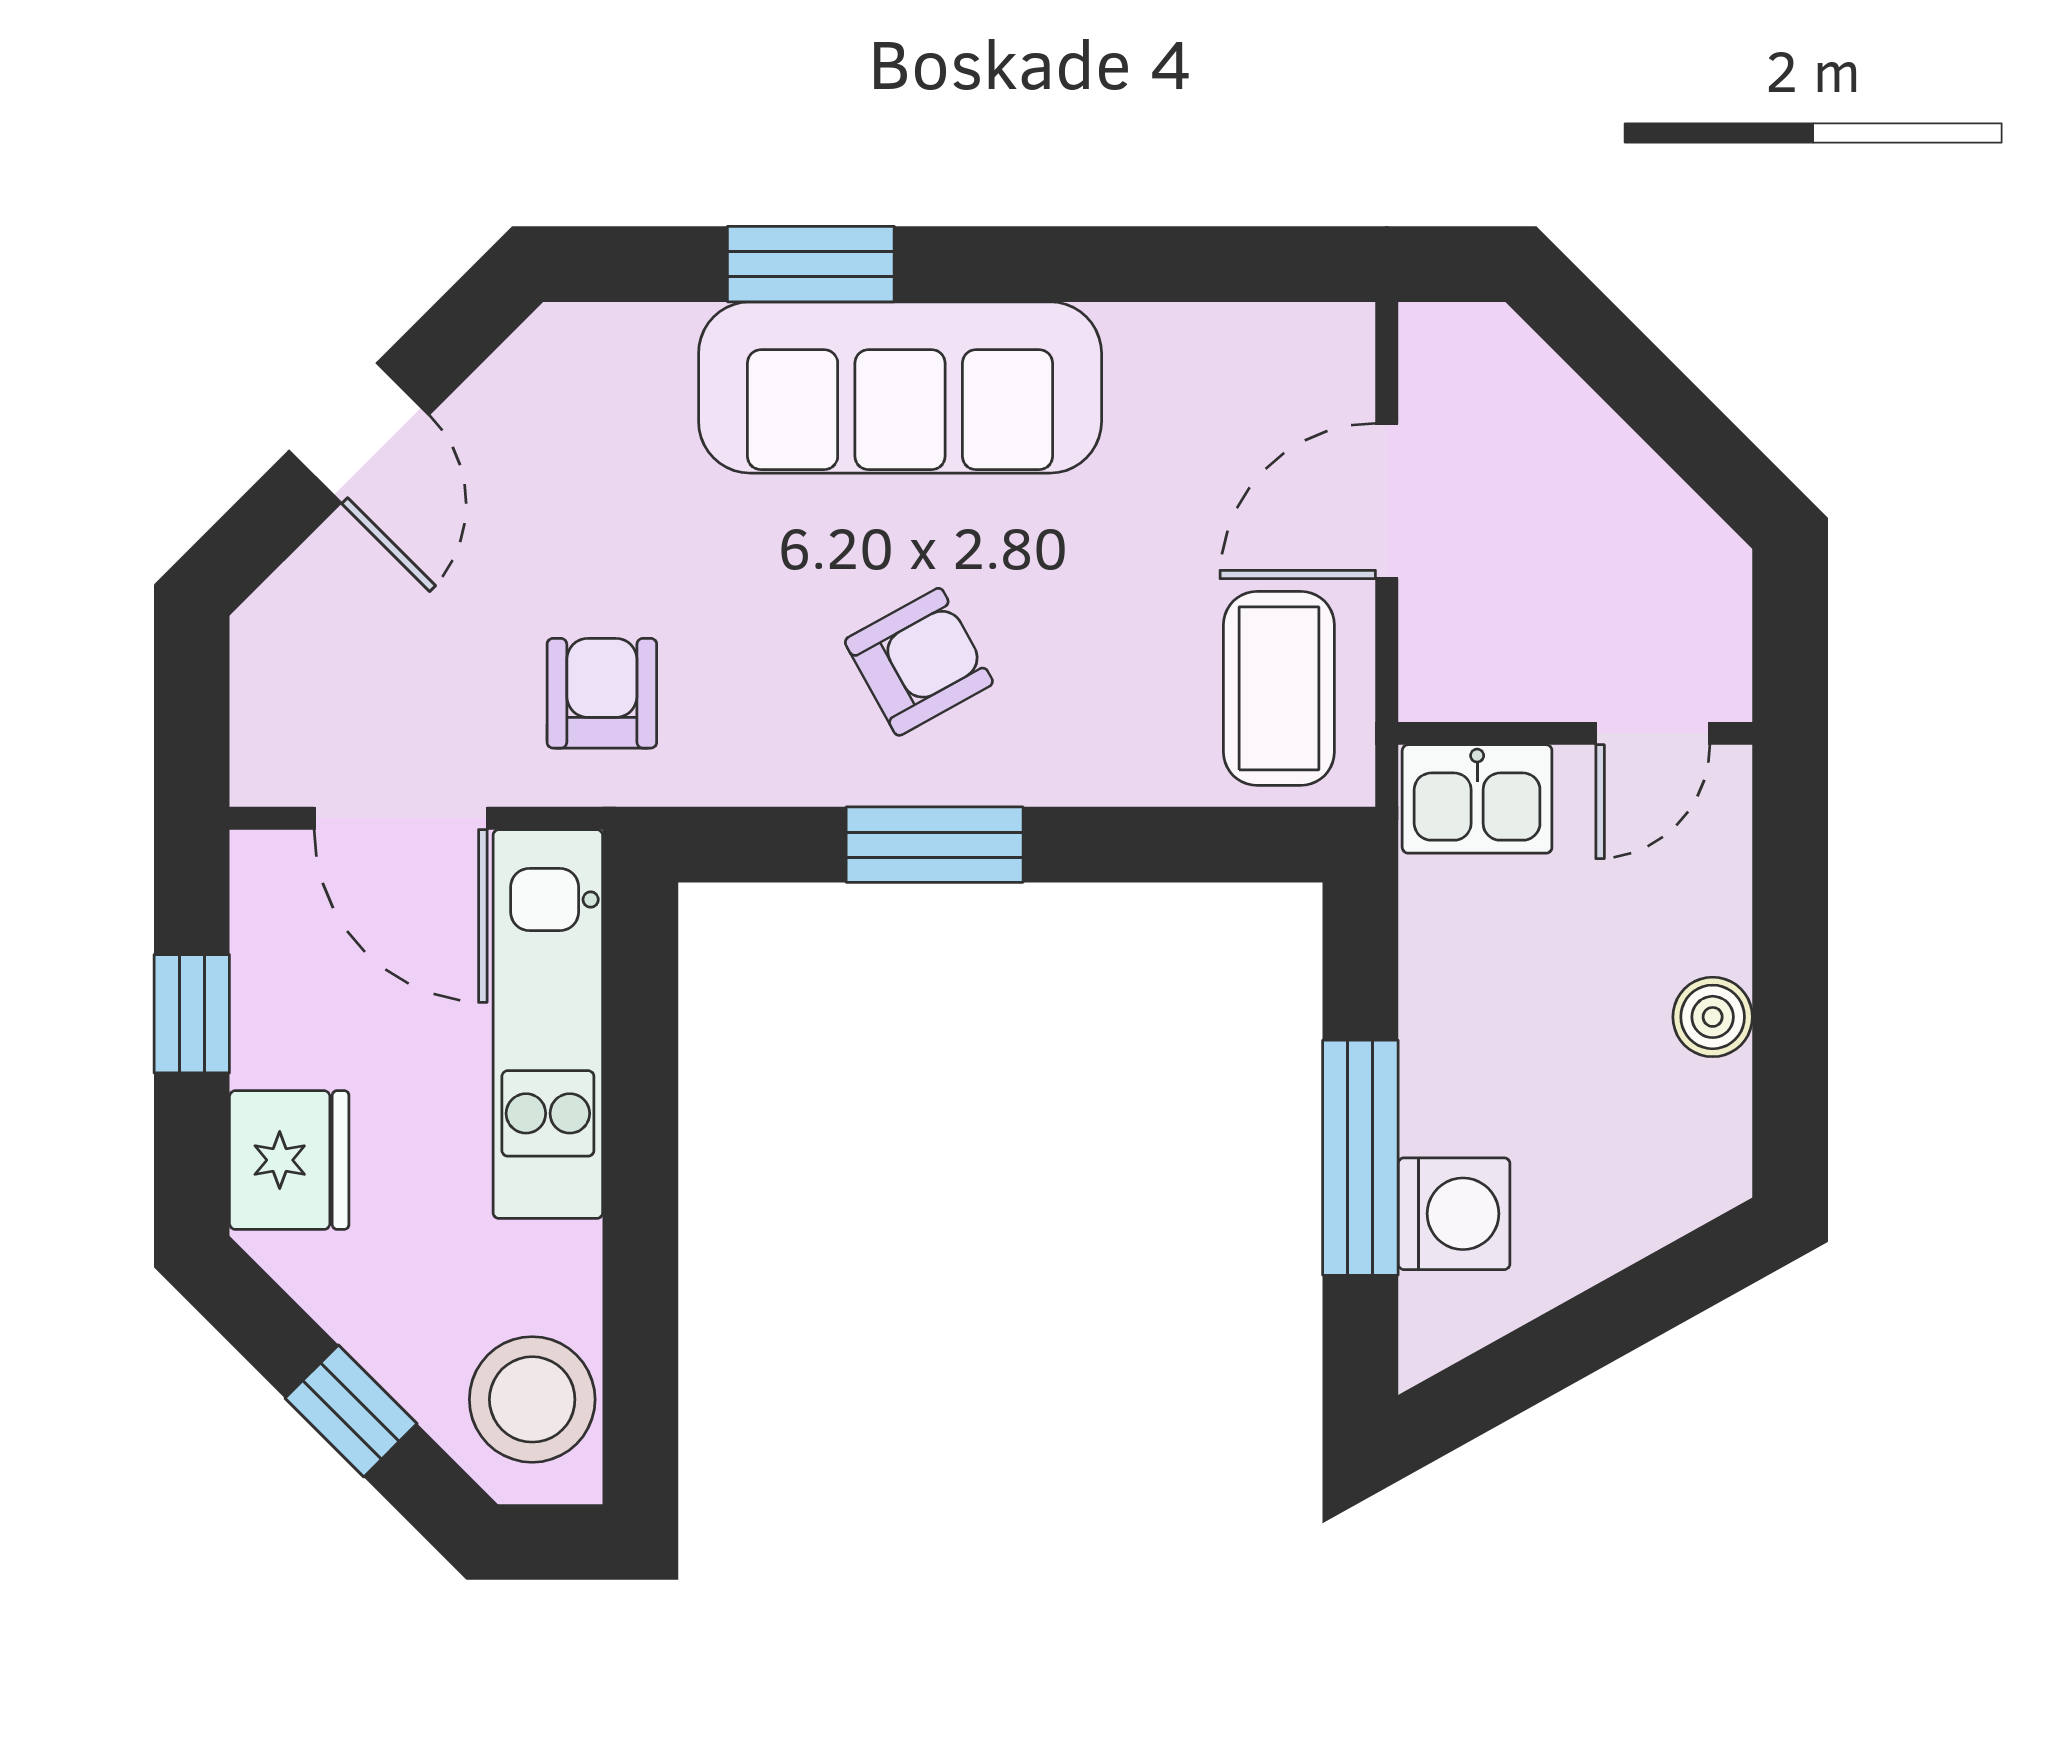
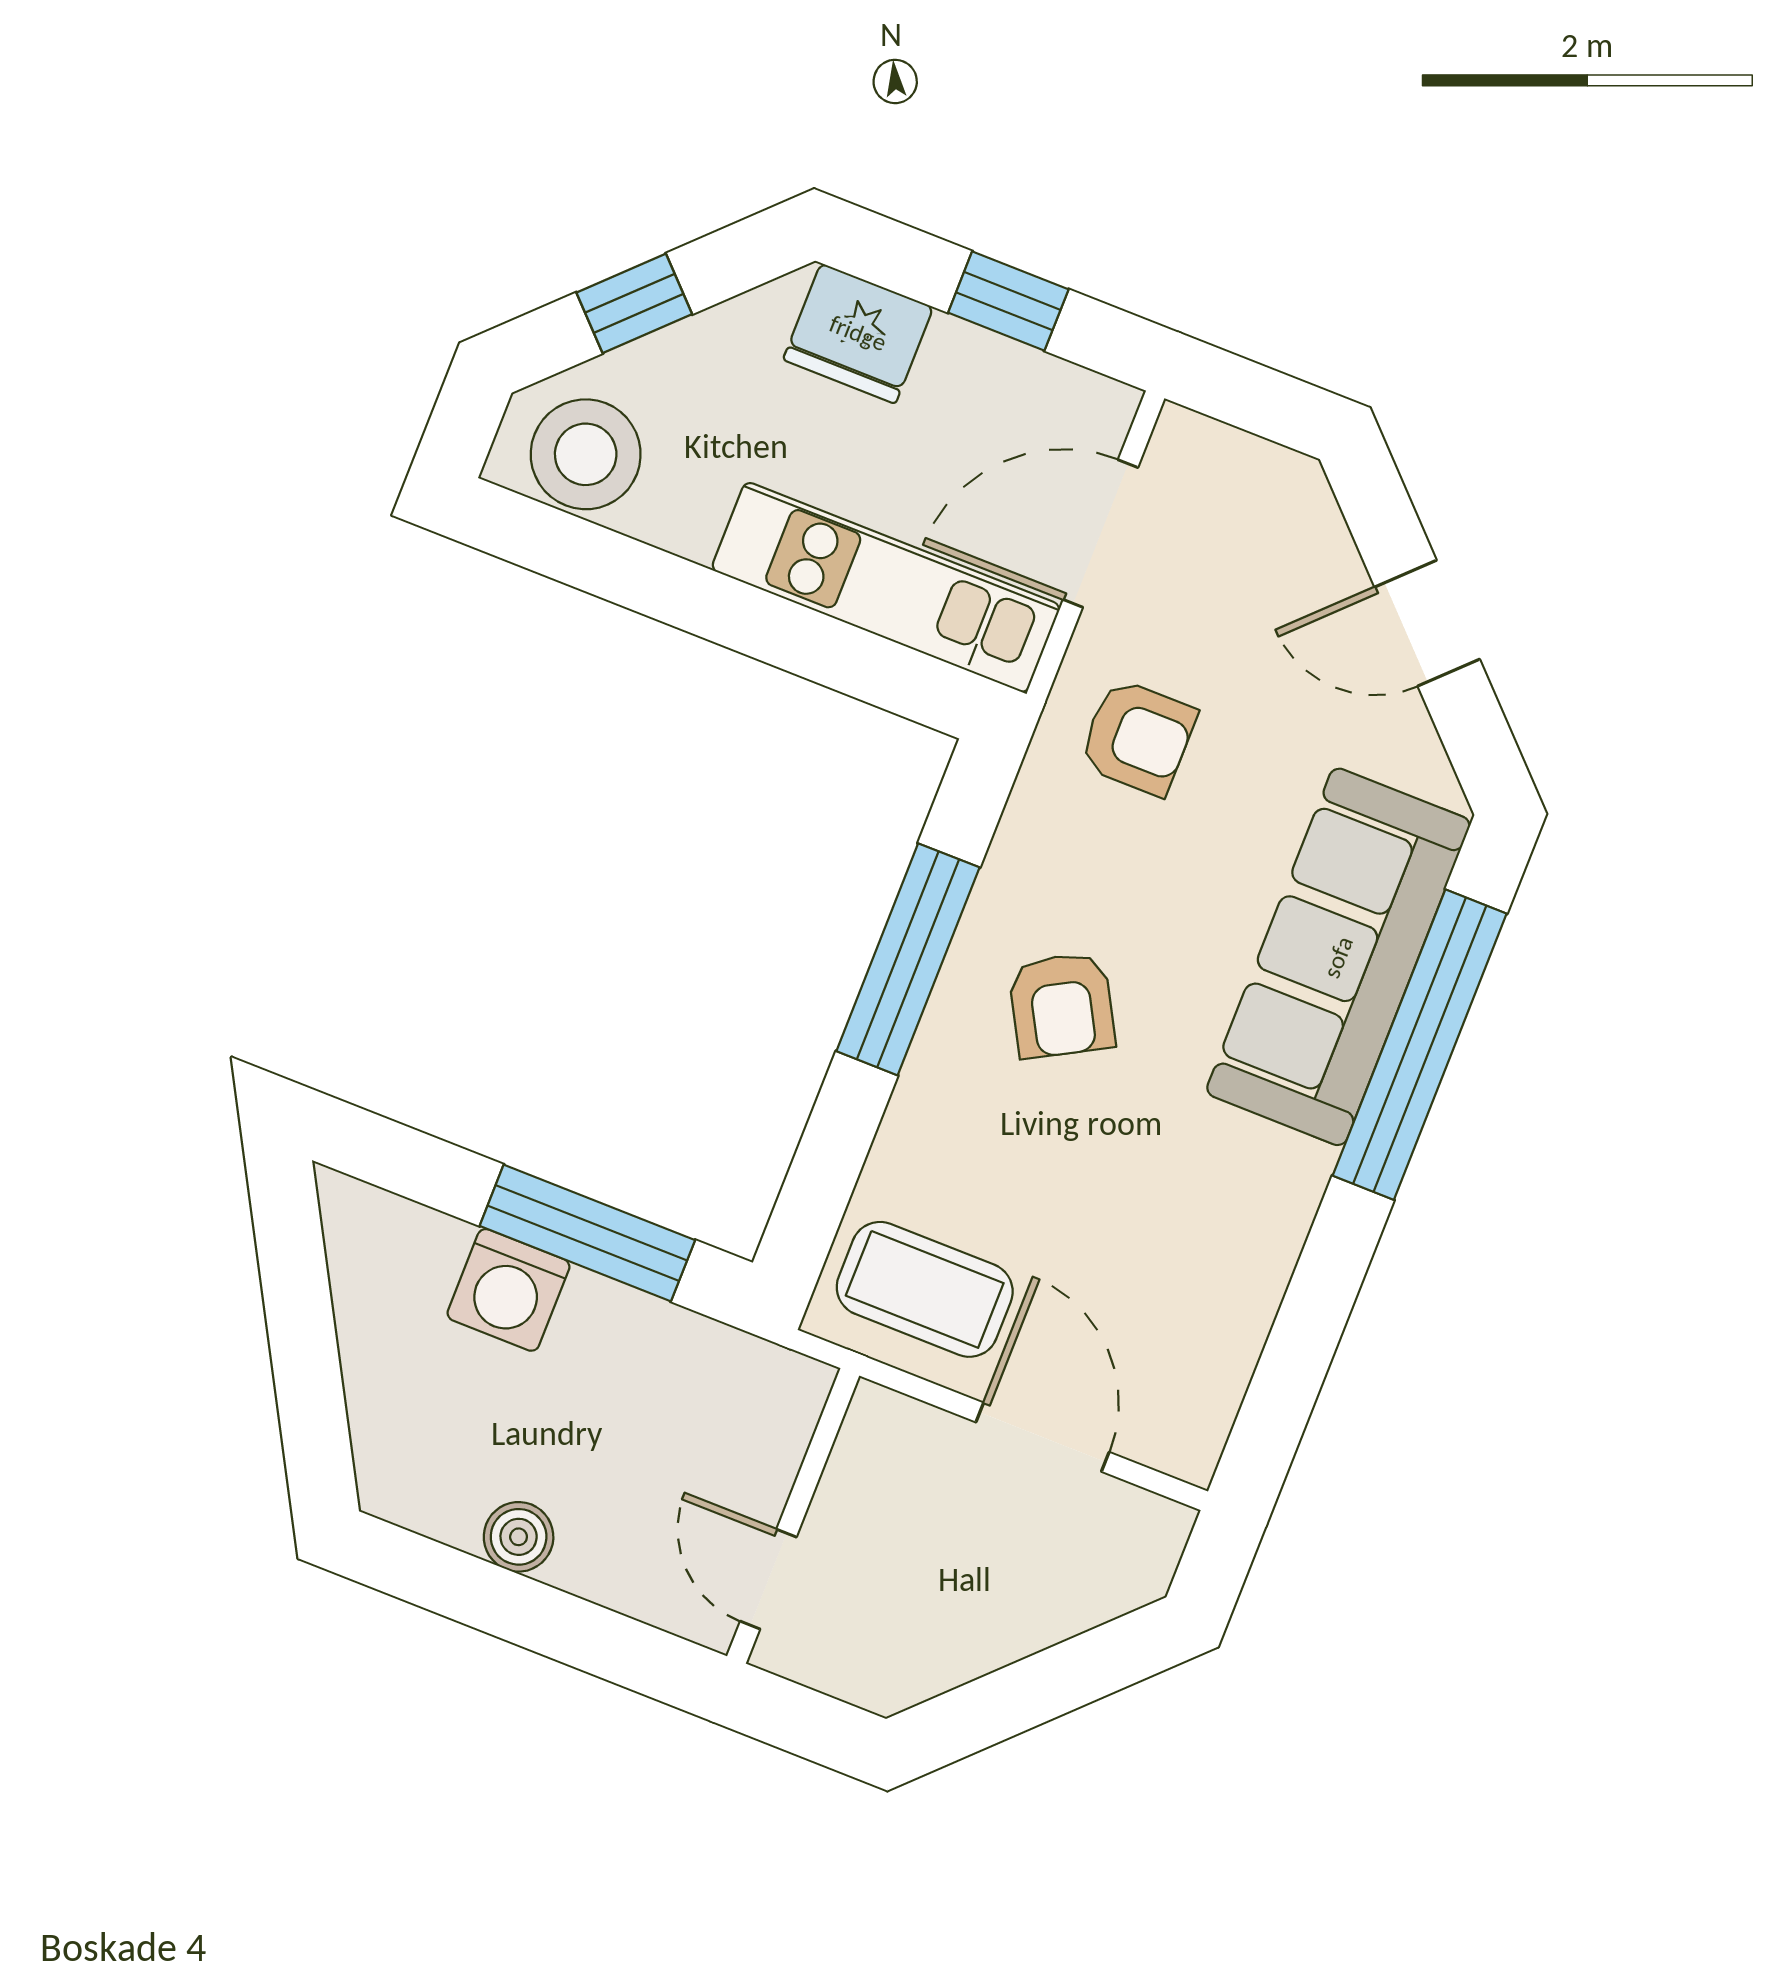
window: (811, 264) -> (1420, 1045), width x2.11
sofa: (900, 387) -> (1338, 957), moved
kitchen sink: (1477, 799) -> (771, 1415), removed
window: (935, 845) -> (908, 959), width x1.44
window: (1360, 1158) -> (587, 1233), moved
washing machine: (1454, 1214) -> (508, 1290), moved

